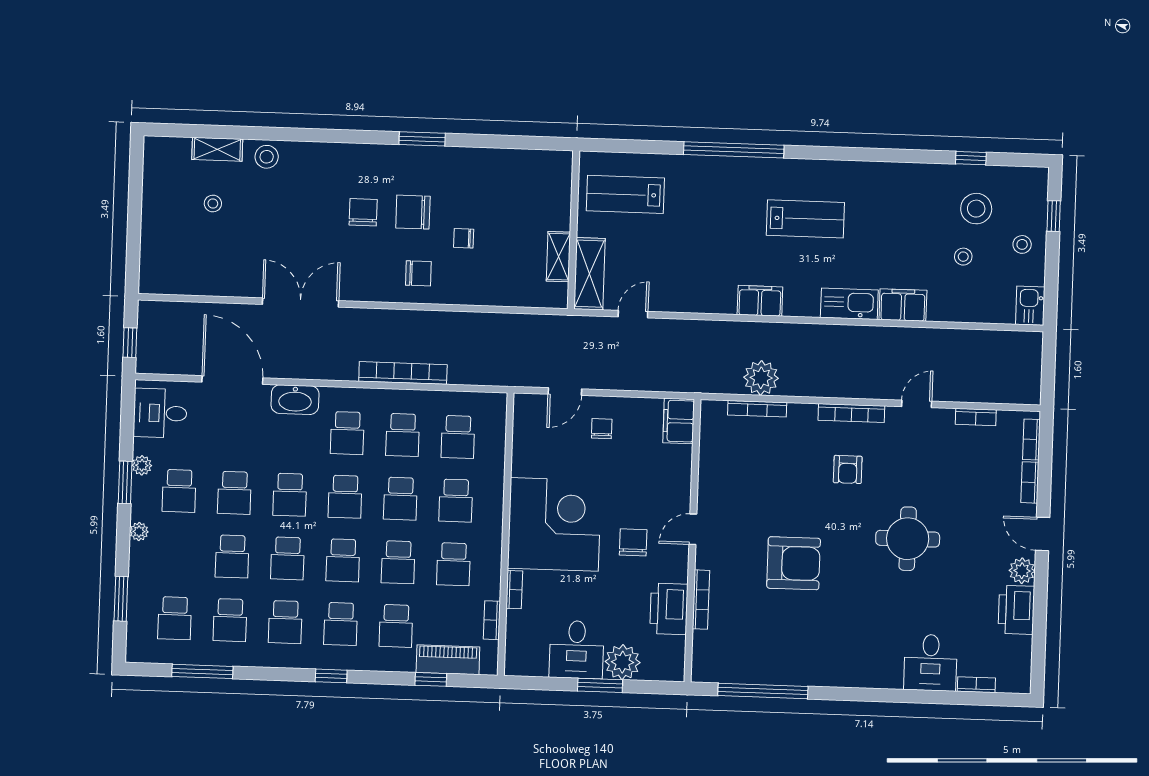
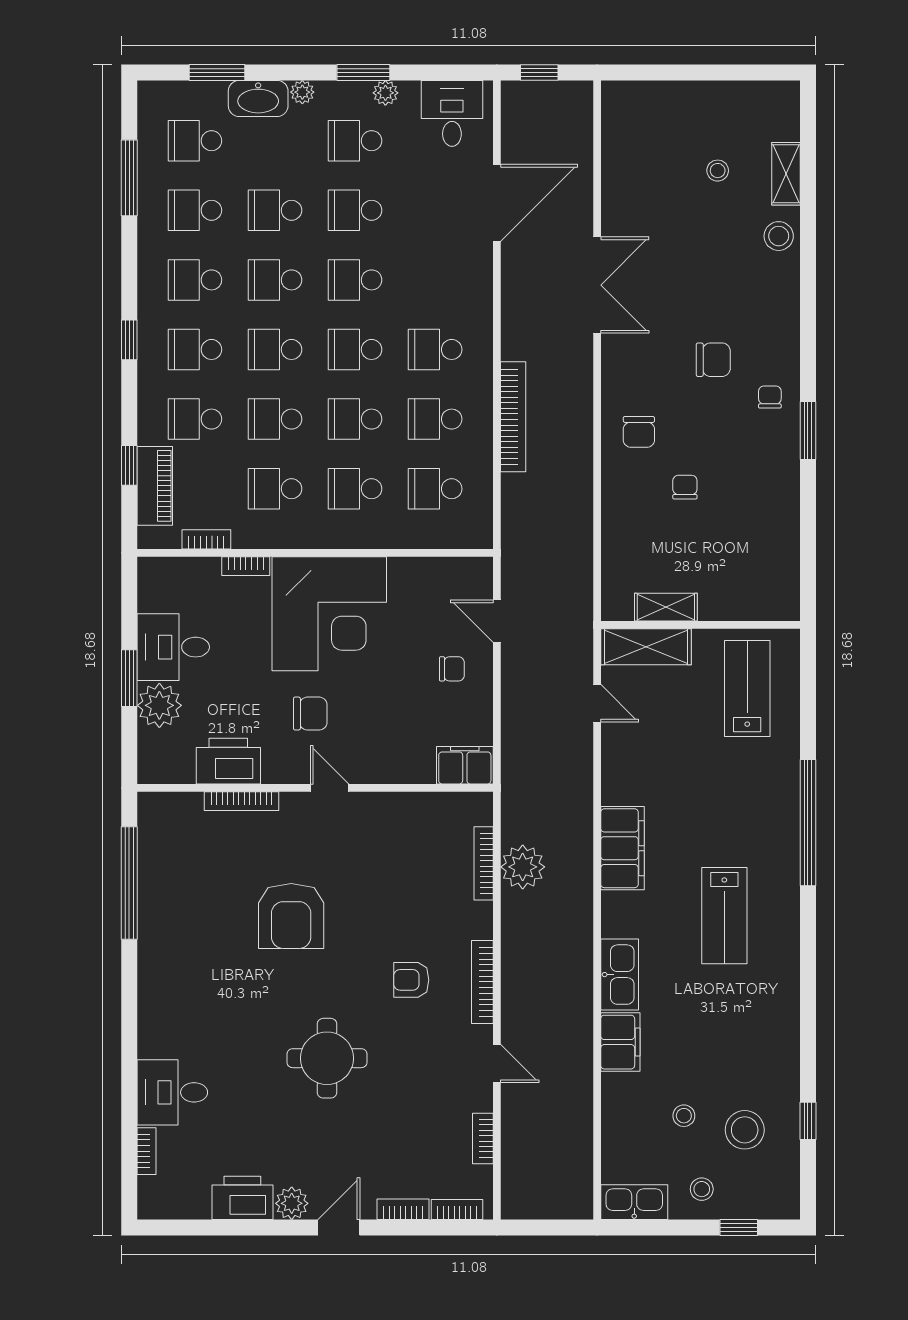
chair: (413, 212) -> (770, 397), moved, width x0.54, depth x0.54
filing cabinet: (760, 301) -> (623, 848), width x1.50, depth x1.17
kitchen sink: (1030, 306) -> (634, 1202), width x1.38
washbasin: (295, 400) -> (258, 98), moved, turned -90

